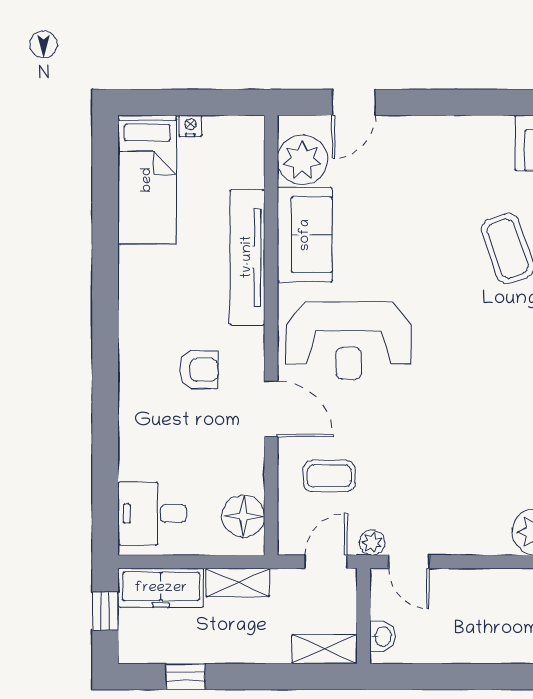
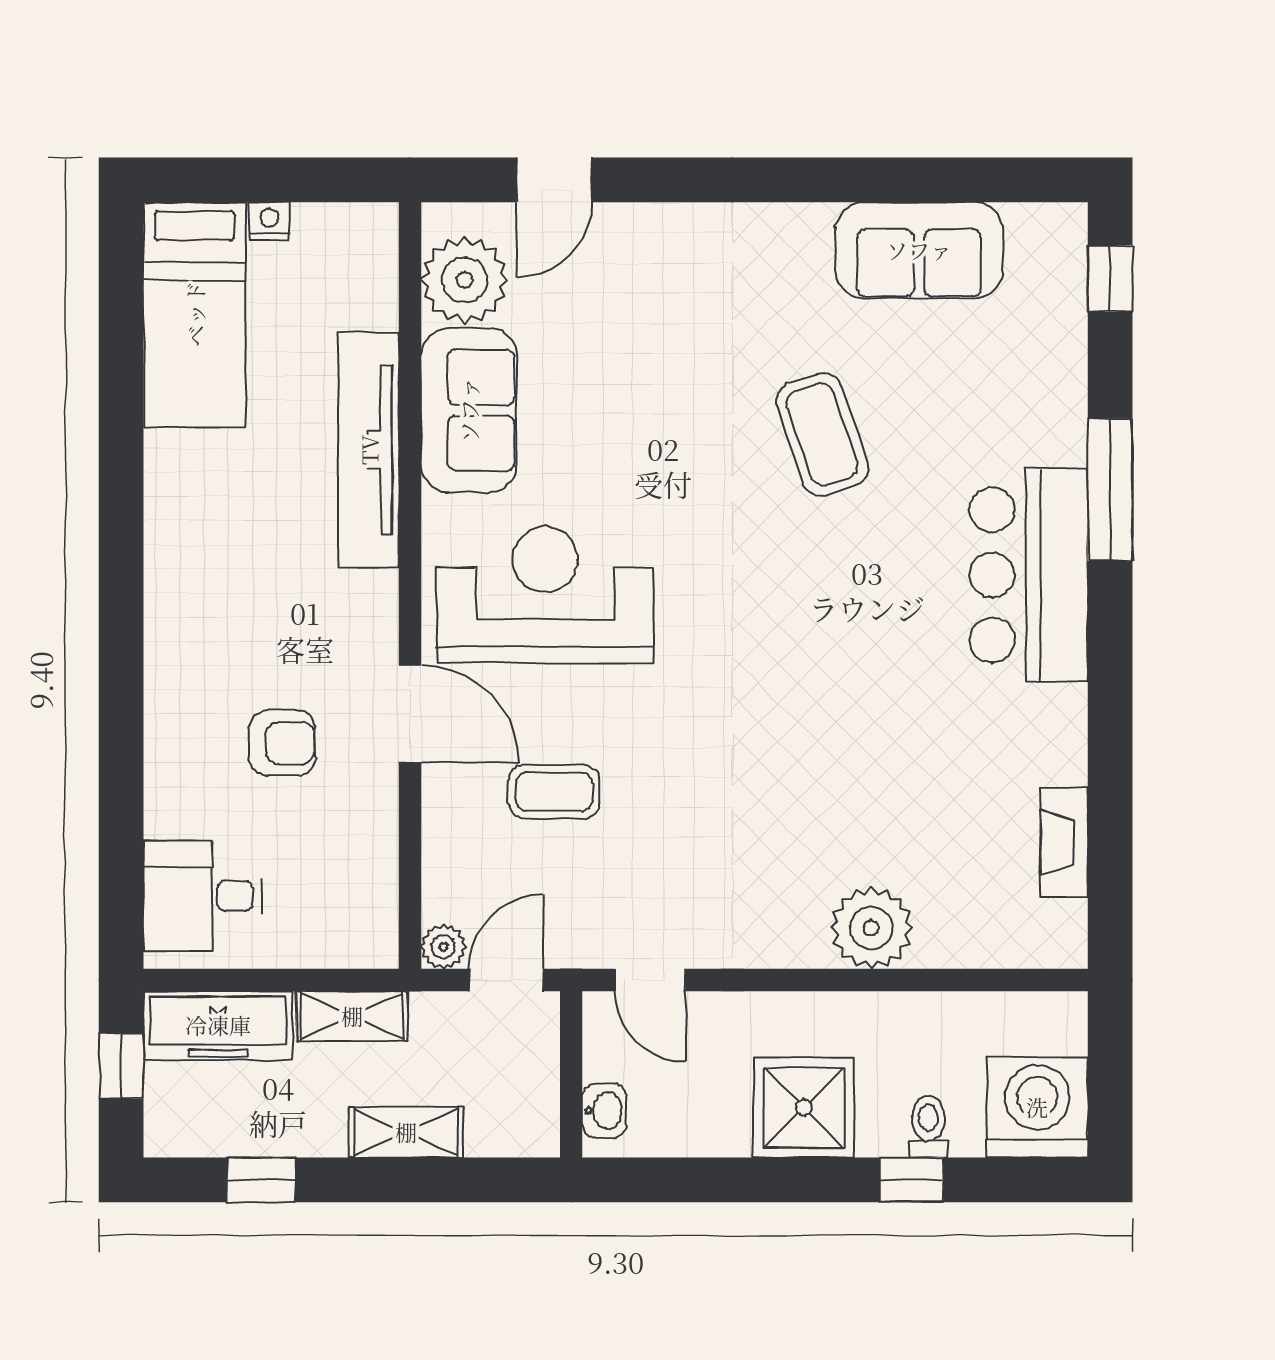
reception desk: (349, 341) -> (545, 595), turned 180
armchair: (199, 370) -> (282, 743), moved
coffee table: (329, 476) -> (554, 792), moved
floor lamp: (243, 516) -> (362, 900), removed
plant: (372, 543) -> (443, 947), moved
shower: (497, 635) -> (804, 1108), added
shelving: (325, 649) -> (406, 1132), moved

